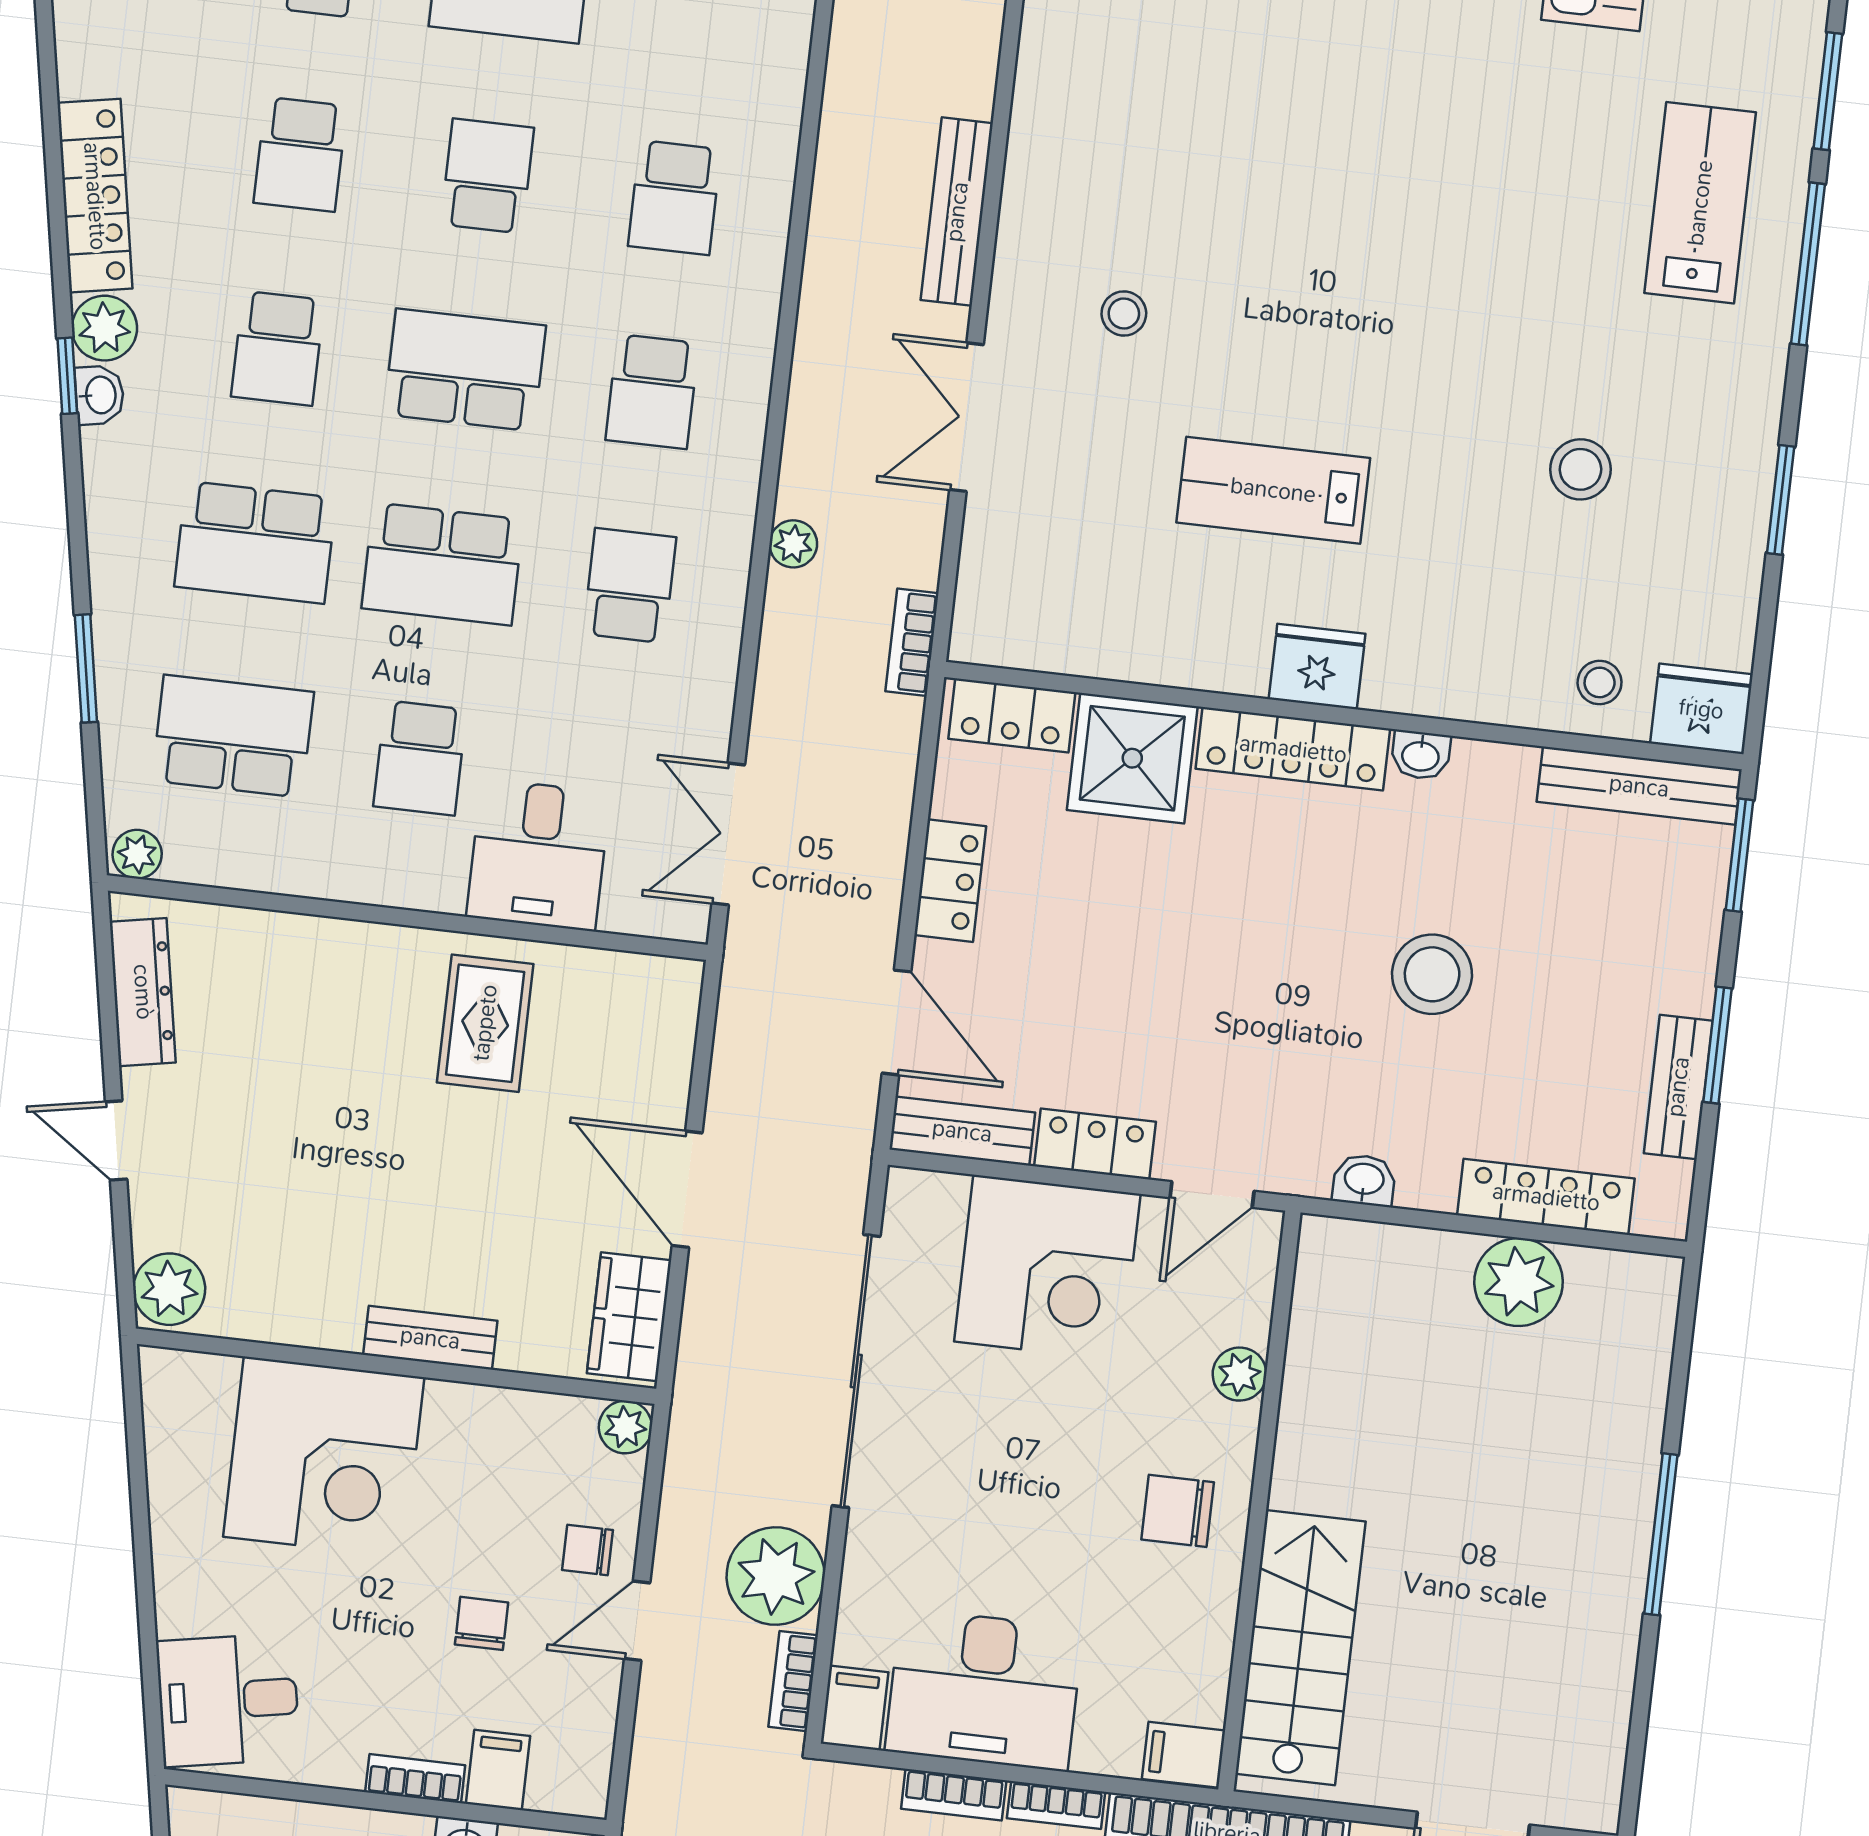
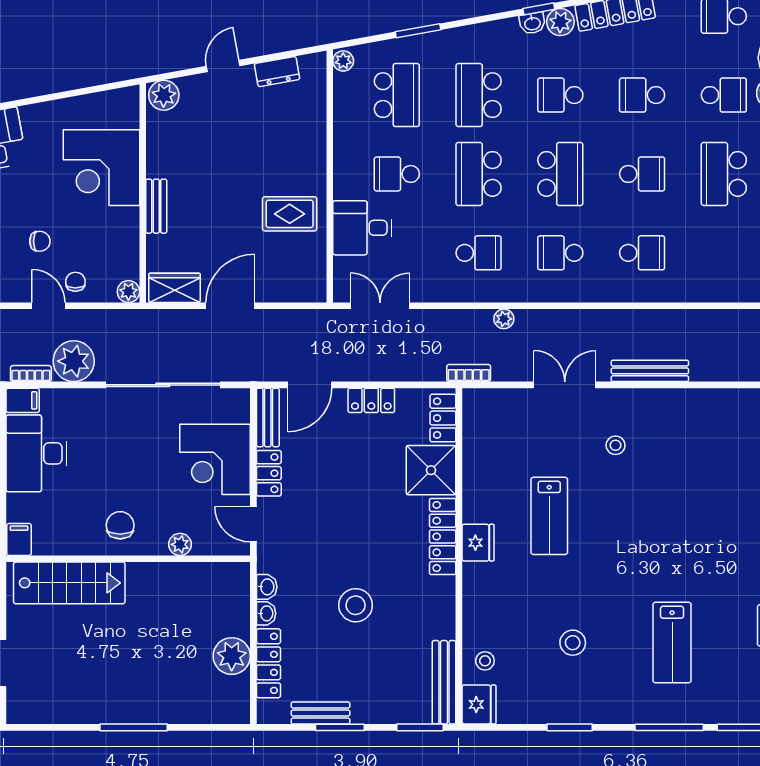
school desk: (675, 198) -> (642, 253), turned 180
lab bench: (1700, 203) -> (672, 642), moved, turned 90
lab bench: (1273, 490) -> (549, 516), turned 180
washbasin: (1421, 755) -> (266, 613), moved, turned 180
dresser: (143, 992) -> (277, 72), width x0.70

